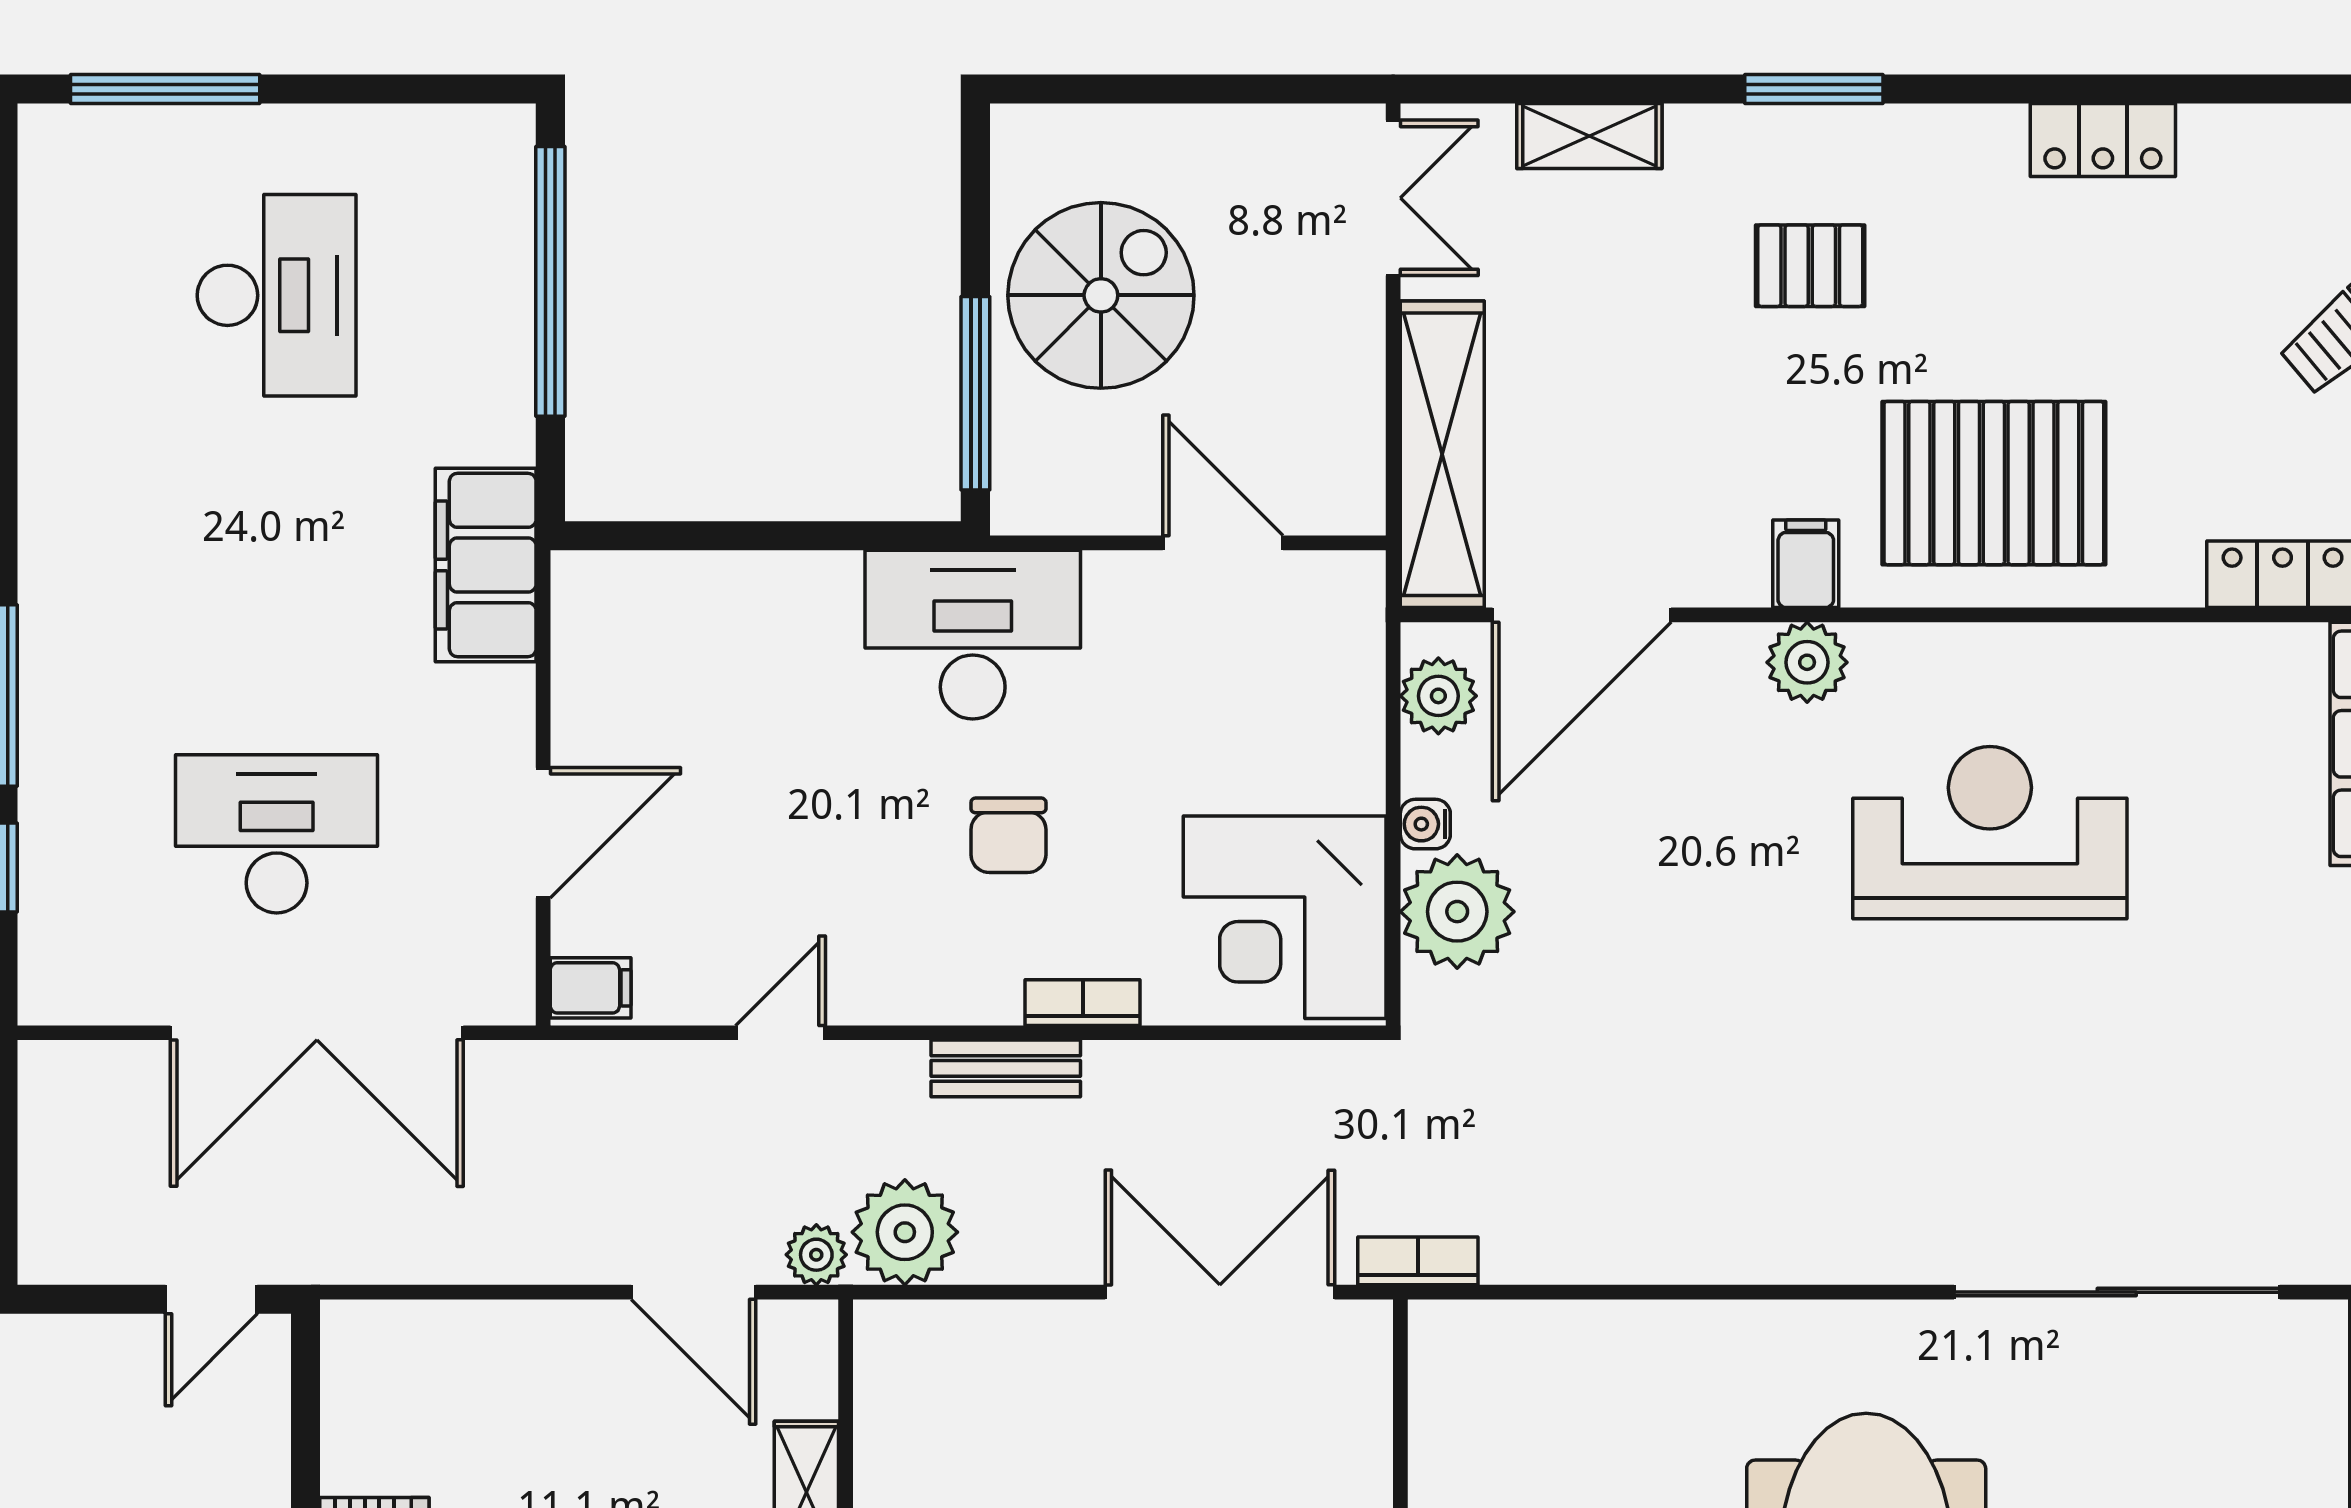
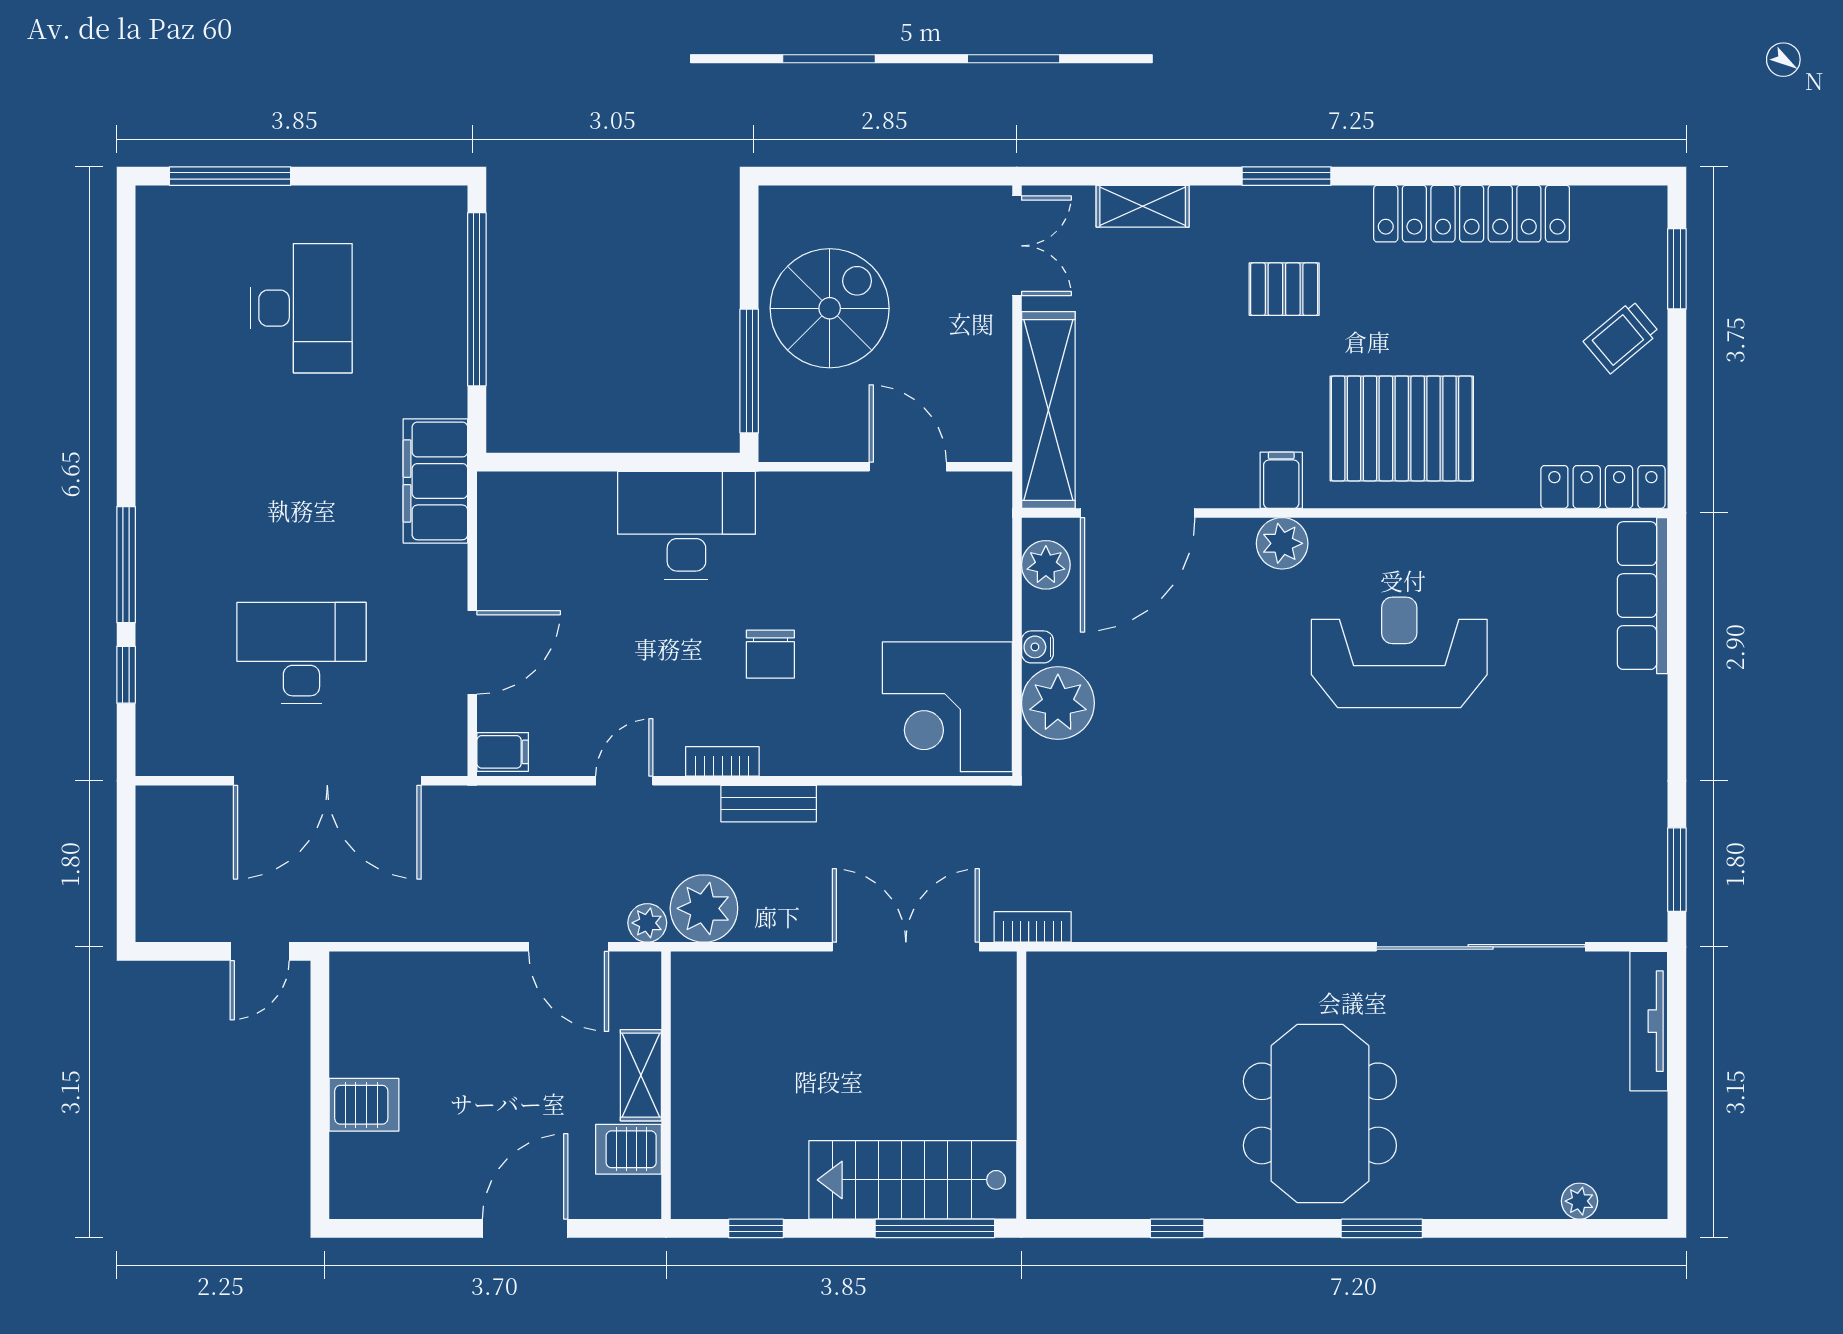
locker: (2103, 140) -> (1472, 214), width x2.16, depth x1.21
desk: (973, 635) -> (686, 526), moved
bookcase: (1083, 1003) -> (722, 761), moved

